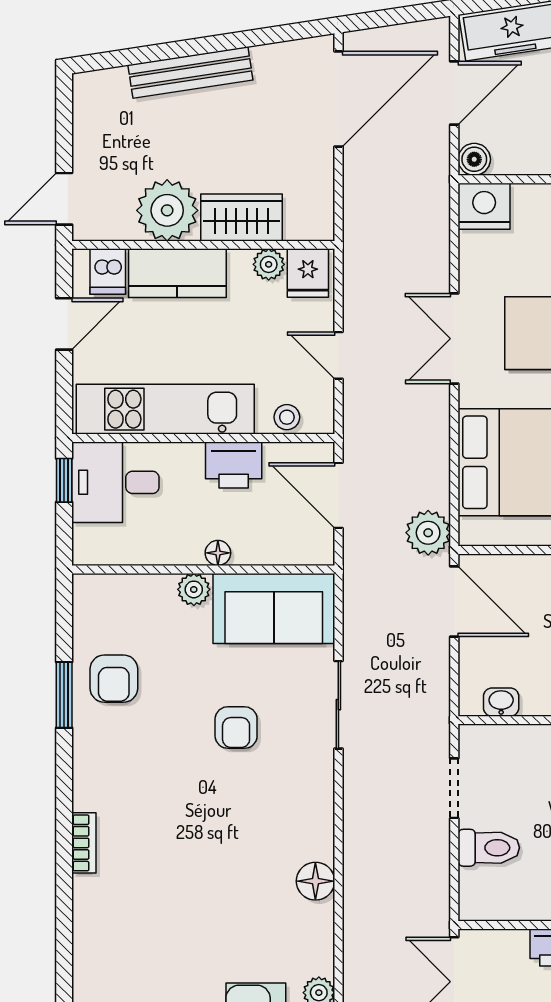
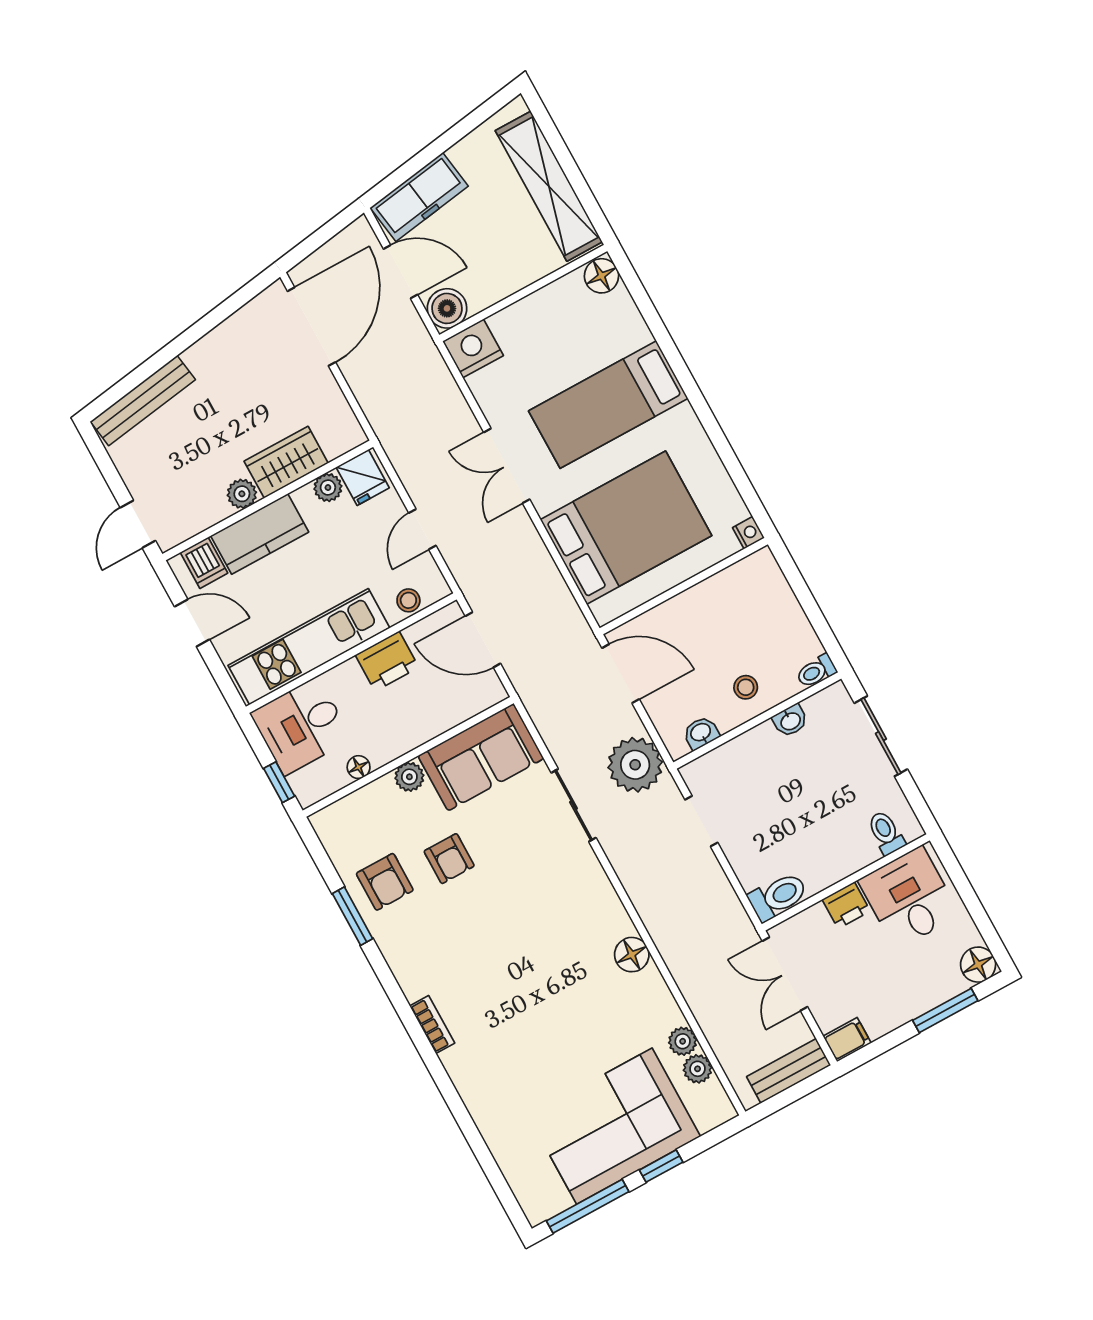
bench: (190, 73) -> (143, 401), moved
door: (454, 93) -> (400, 272), hinge flipped
boiler: (474, 159) -> (447, 308), width x1.36, depth x1.36
plant: (167, 210) -> (242, 494), width x0.53, depth x0.53
door: (64, 324) -> (192, 623), hinge flipped
door: (338, 355) -> (422, 529), hinge flipped
window: (64, 480) -> (279, 782), moved
plant: (428, 533) -> (635, 765), moved, width x1.36, depth x1.36
floor lamp: (218, 553) -> (359, 767), moved
armchair: (236, 728) -> (449, 859), moved
toilet: (489, 848) -> (778, 897), moved

